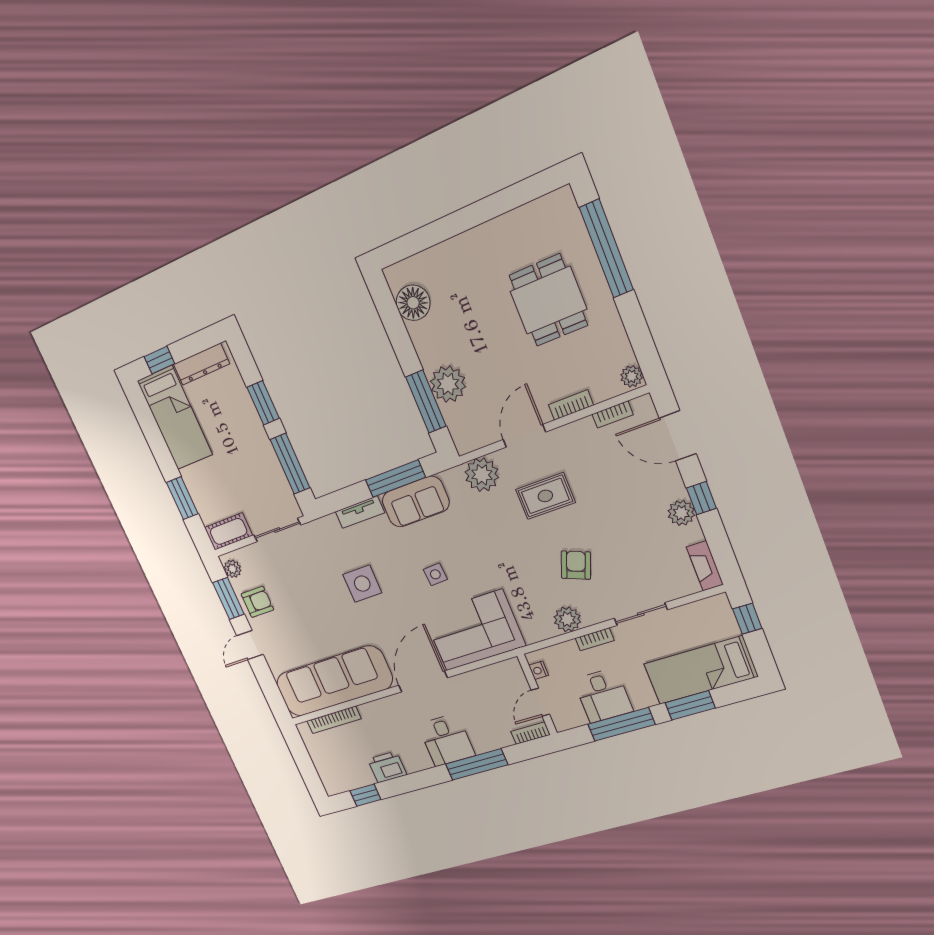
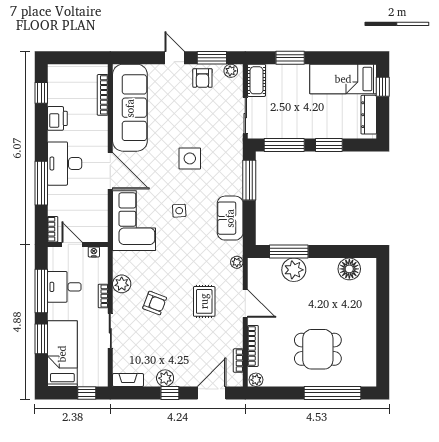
bookcase: (571, 405) -> (253, 346), width x1.56
plant: (482, 475) -> (237, 262), width x0.53, depth x0.53
window: (395, 479) -> (249, 180), moved
tv unit: (360, 512) -> (237, 178), removed
desk: (446, 740) -> (65, 164), width x1.37

